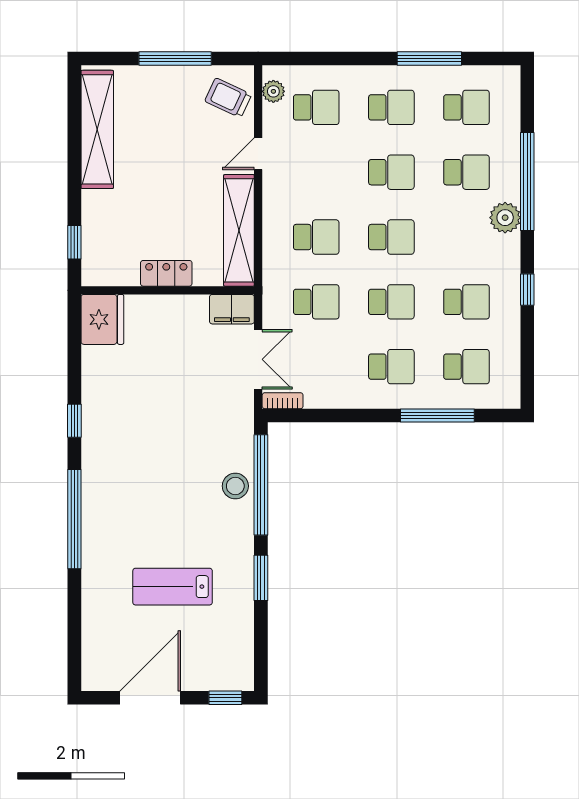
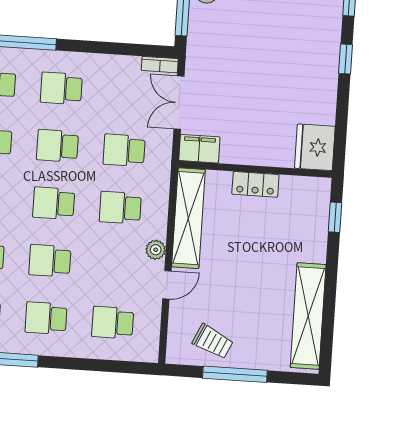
plant: (273, 91) -> (156, 250), moved
trolley: (228, 98) -> (213, 342), moved

